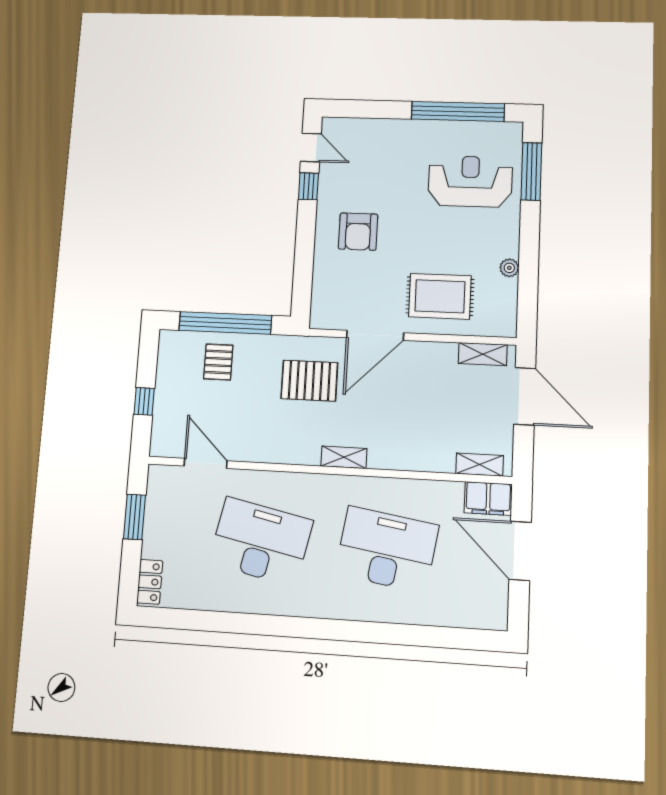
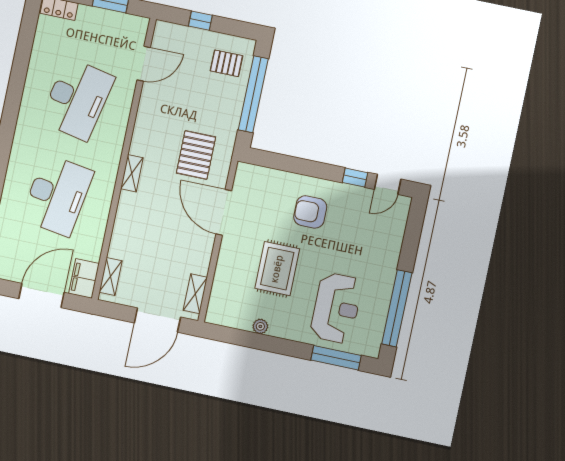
rug: (440, 296) -> (277, 269), moved
pallet: (218, 362) -> (226, 63), moved

